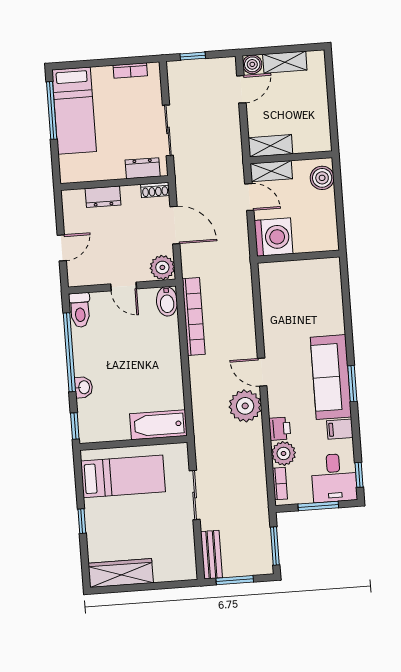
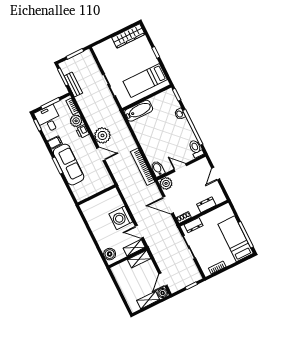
wall: (298, 257) -> (97, 195), moved
bench: (211, 555) -> (73, 84), moved

